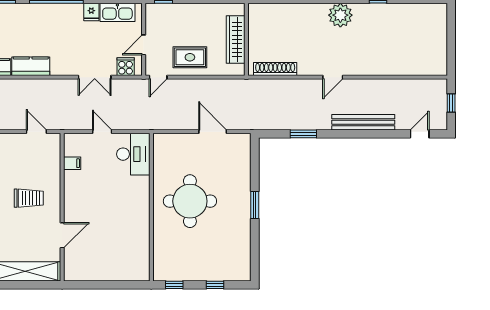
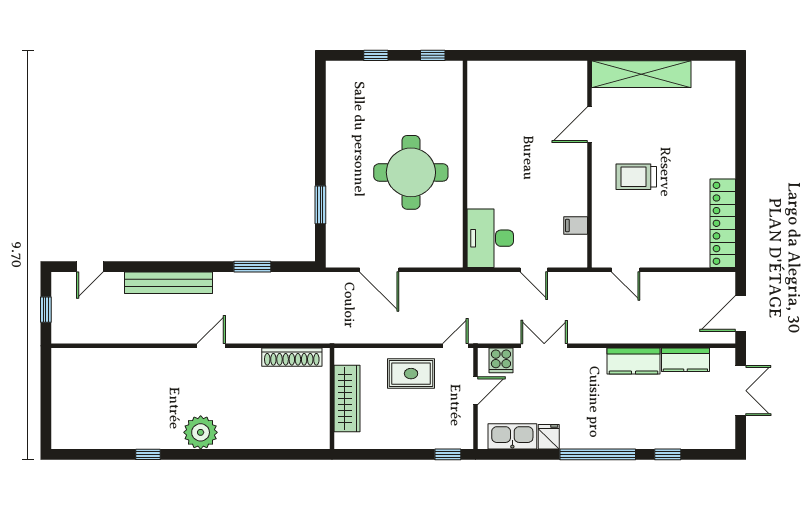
window: (255, 205) -> (320, 205), moved

